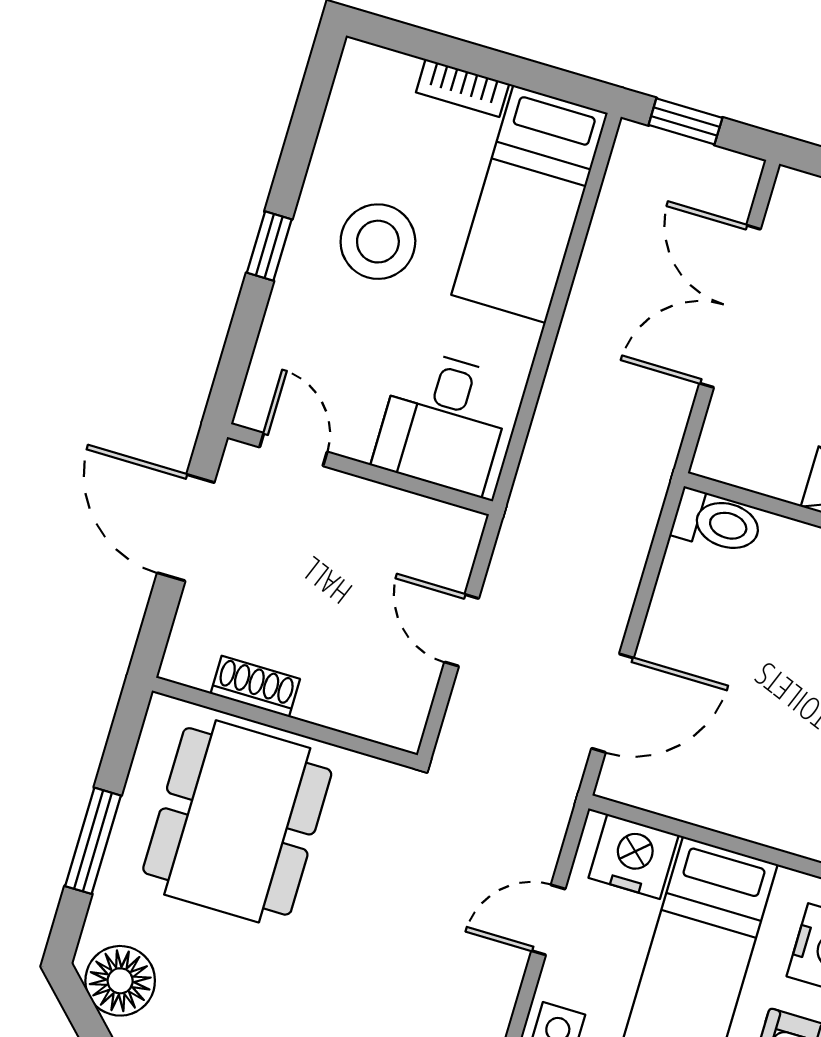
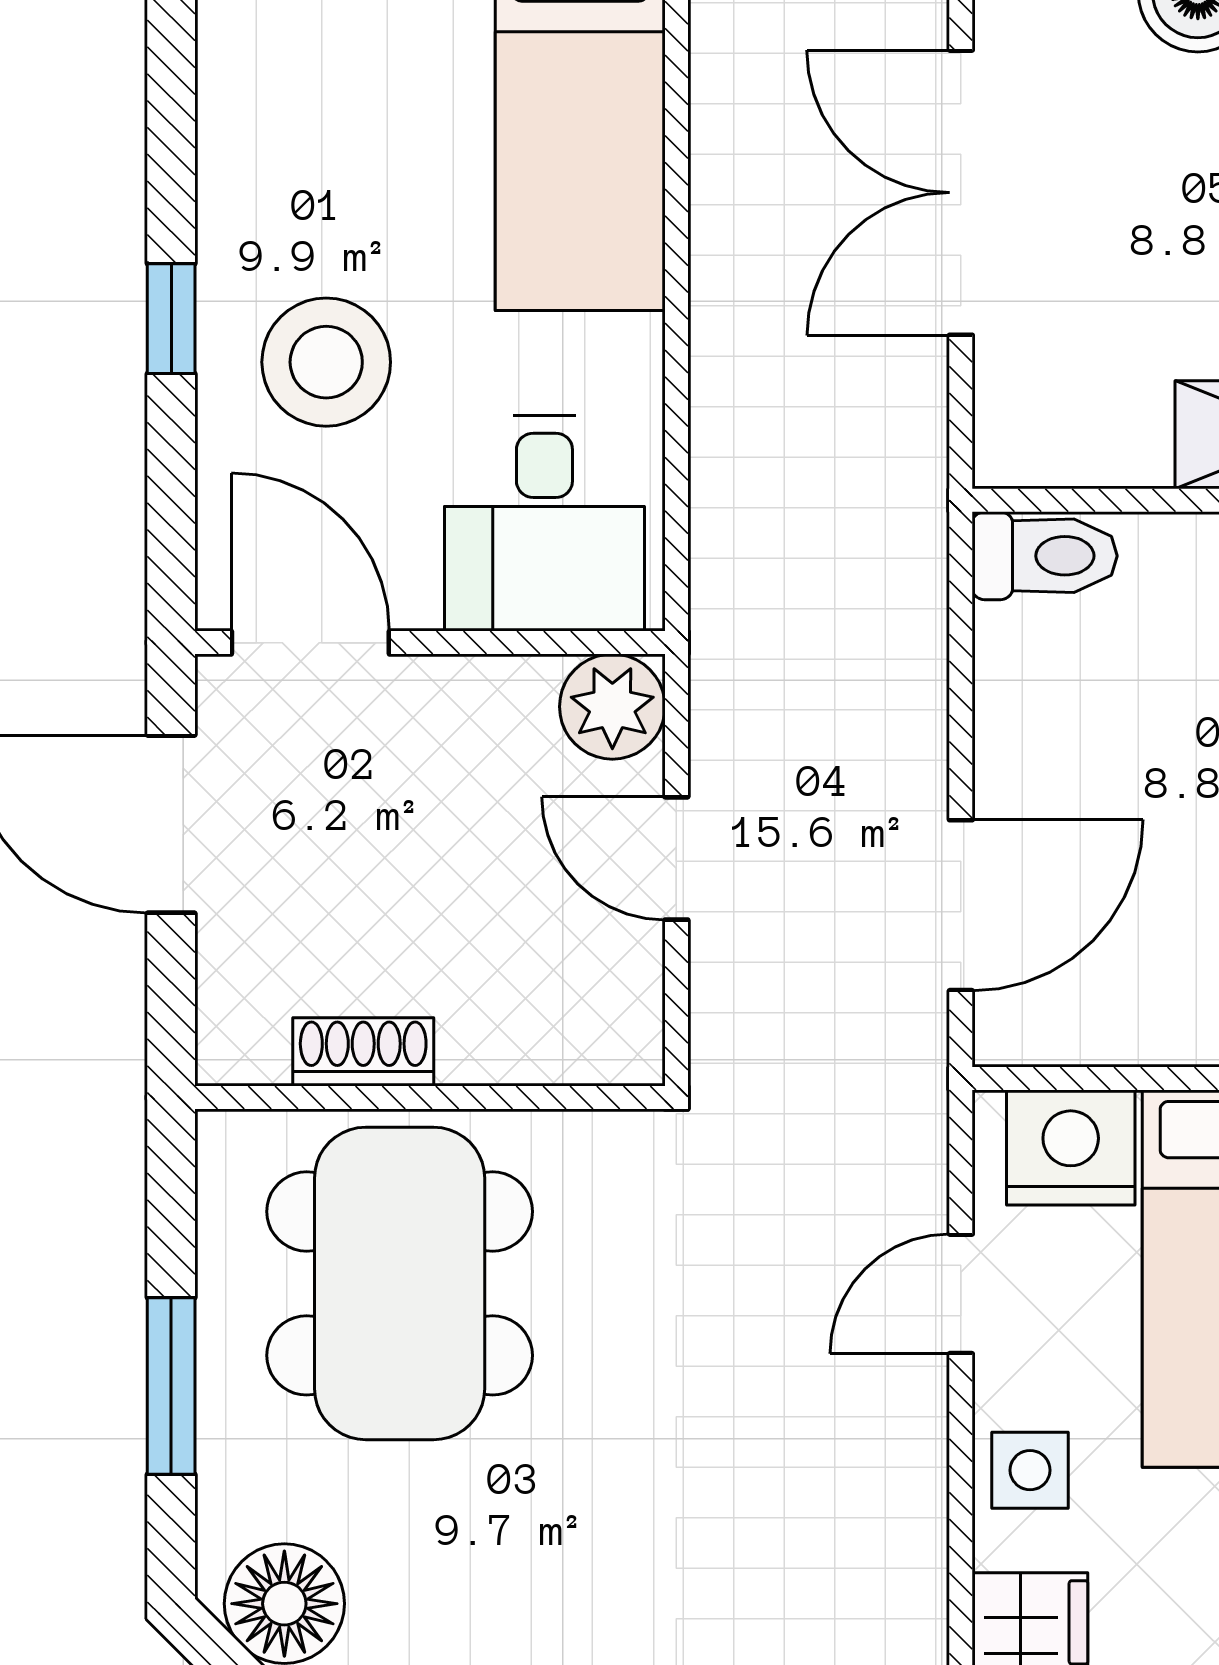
stool: (378, 242) -> (326, 362), moved
door: (293, 449) -> (310, 643), width x1.37
plant: (451, 535) -> (612, 707), added

